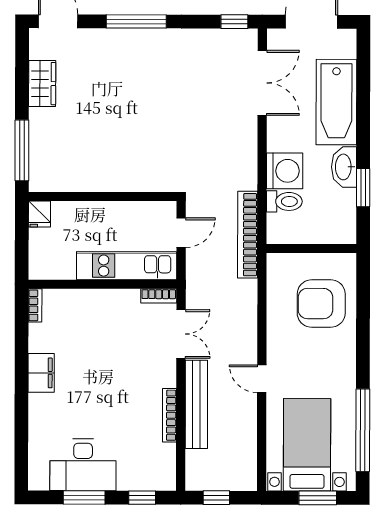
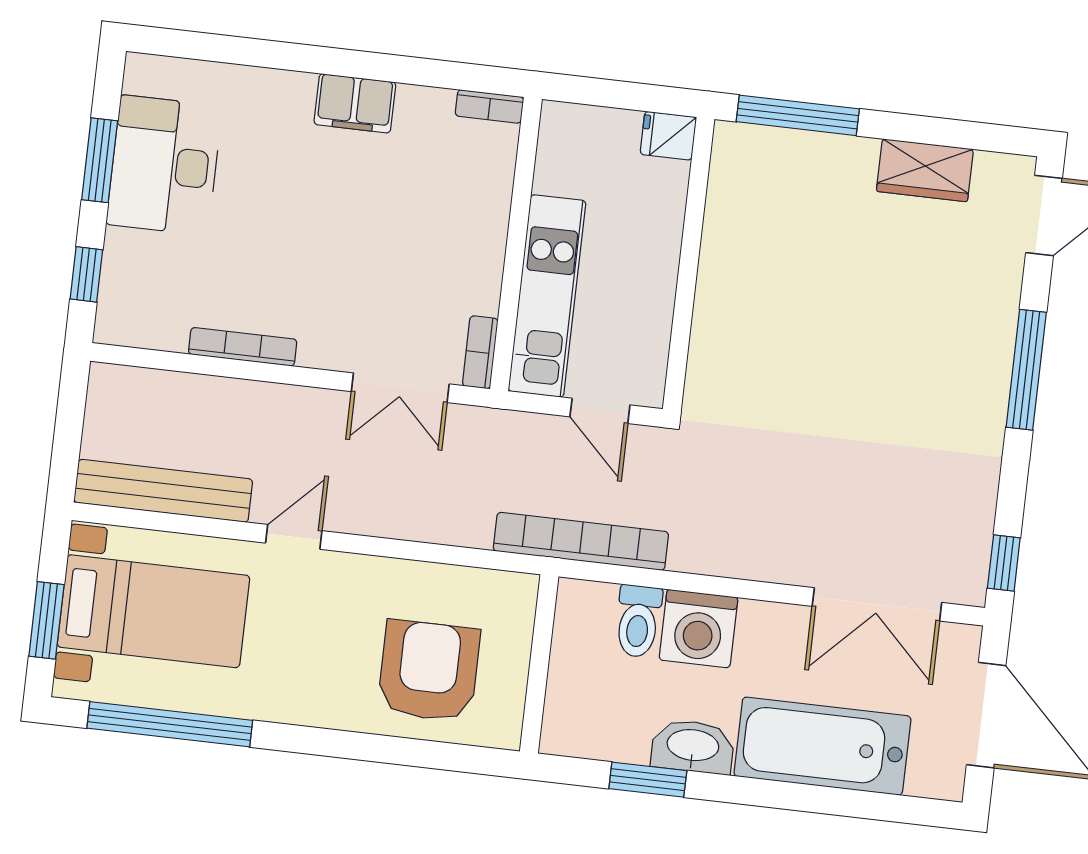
bench: (196, 404) -> (163, 491), moved
window: (216, 498) -> (70, 421), removed

